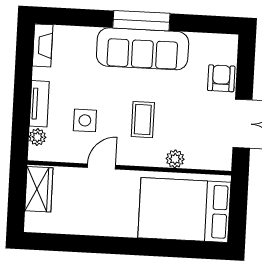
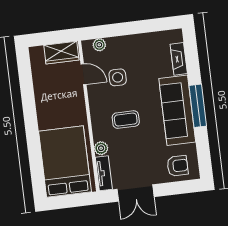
fireplace: (43, 45) -> (179, 59), moved, turned 90
armchair: (221, 78) -> (178, 166), moved
tv unit: (39, 104) -> (104, 173), moved, turned -90
door: (101, 166) -> (83, 74), moved

